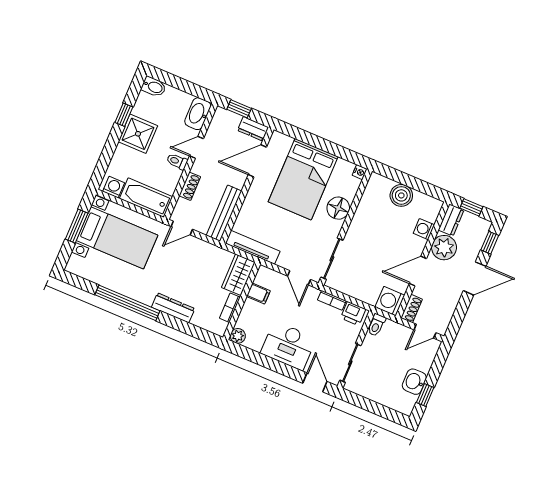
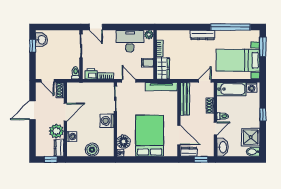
window: (124, 115) -> (263, 115), moved
shower: (138, 134) -> (251, 137), moved
door: (257, 161) -> (179, 135), hinge flipped
floor lamp: (338, 208) -> (124, 142), moved
window: (77, 226) -> (263, 47), moved
window: (490, 243) -> (32, 144), removed
door: (475, 278) -> (32, 110), moved
washing machine: (390, 301) -> (107, 121), moved, turned 180
window: (127, 303) -> (230, 27), moved
dresser: (173, 308) -> (203, 35), moved
door: (425, 331) -> (47, 81), swing flipped
desk: (288, 346) -> (130, 41), moved
washbasin: (414, 382) -> (42, 40), moved

